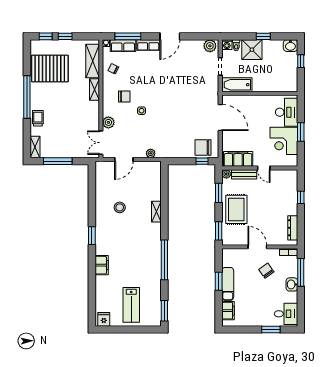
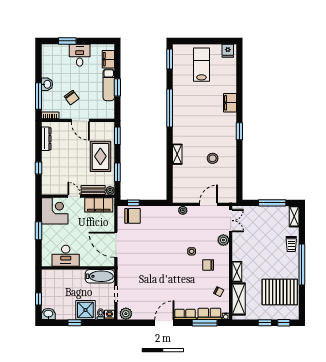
desk: (287, 112) -> (66, 256), moved, turned -90
corner desk: (284, 141) -> (55, 211), moved
desk: (286, 314) -> (80, 55), moved, turned 90

